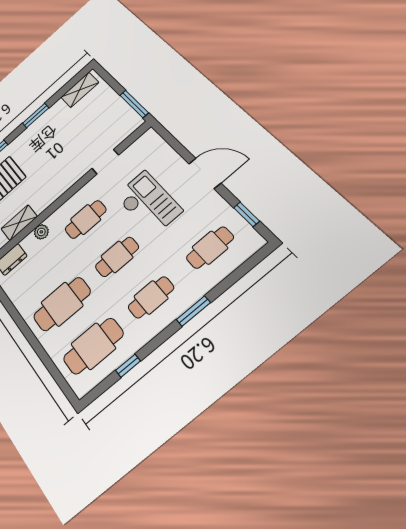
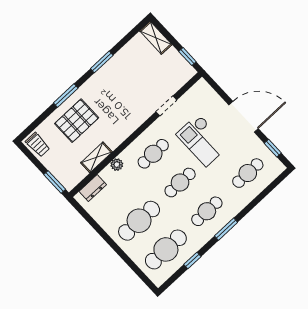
shelving: (80, 90) -> (156, 38), moved, turned 90
window: (134, 104) -> (187, 57), width x0.67
door: (205, 173) -> (244, 117), width x1.36
checkout: (148, 203) -> (202, 140), turned 180
window: (193, 311) -> (226, 229), moved

